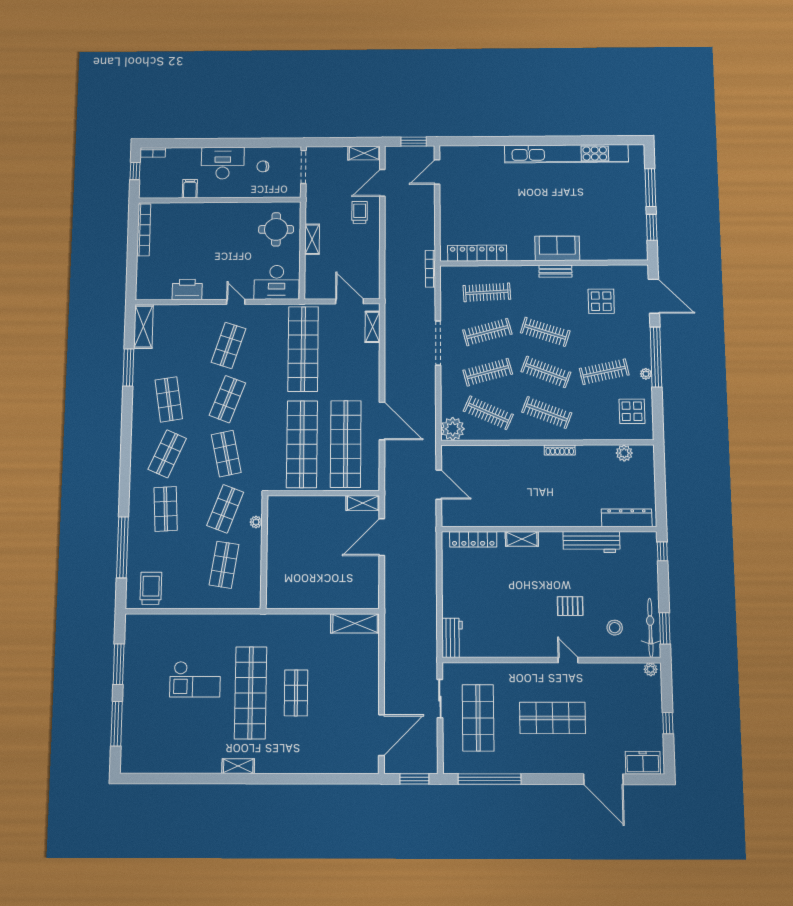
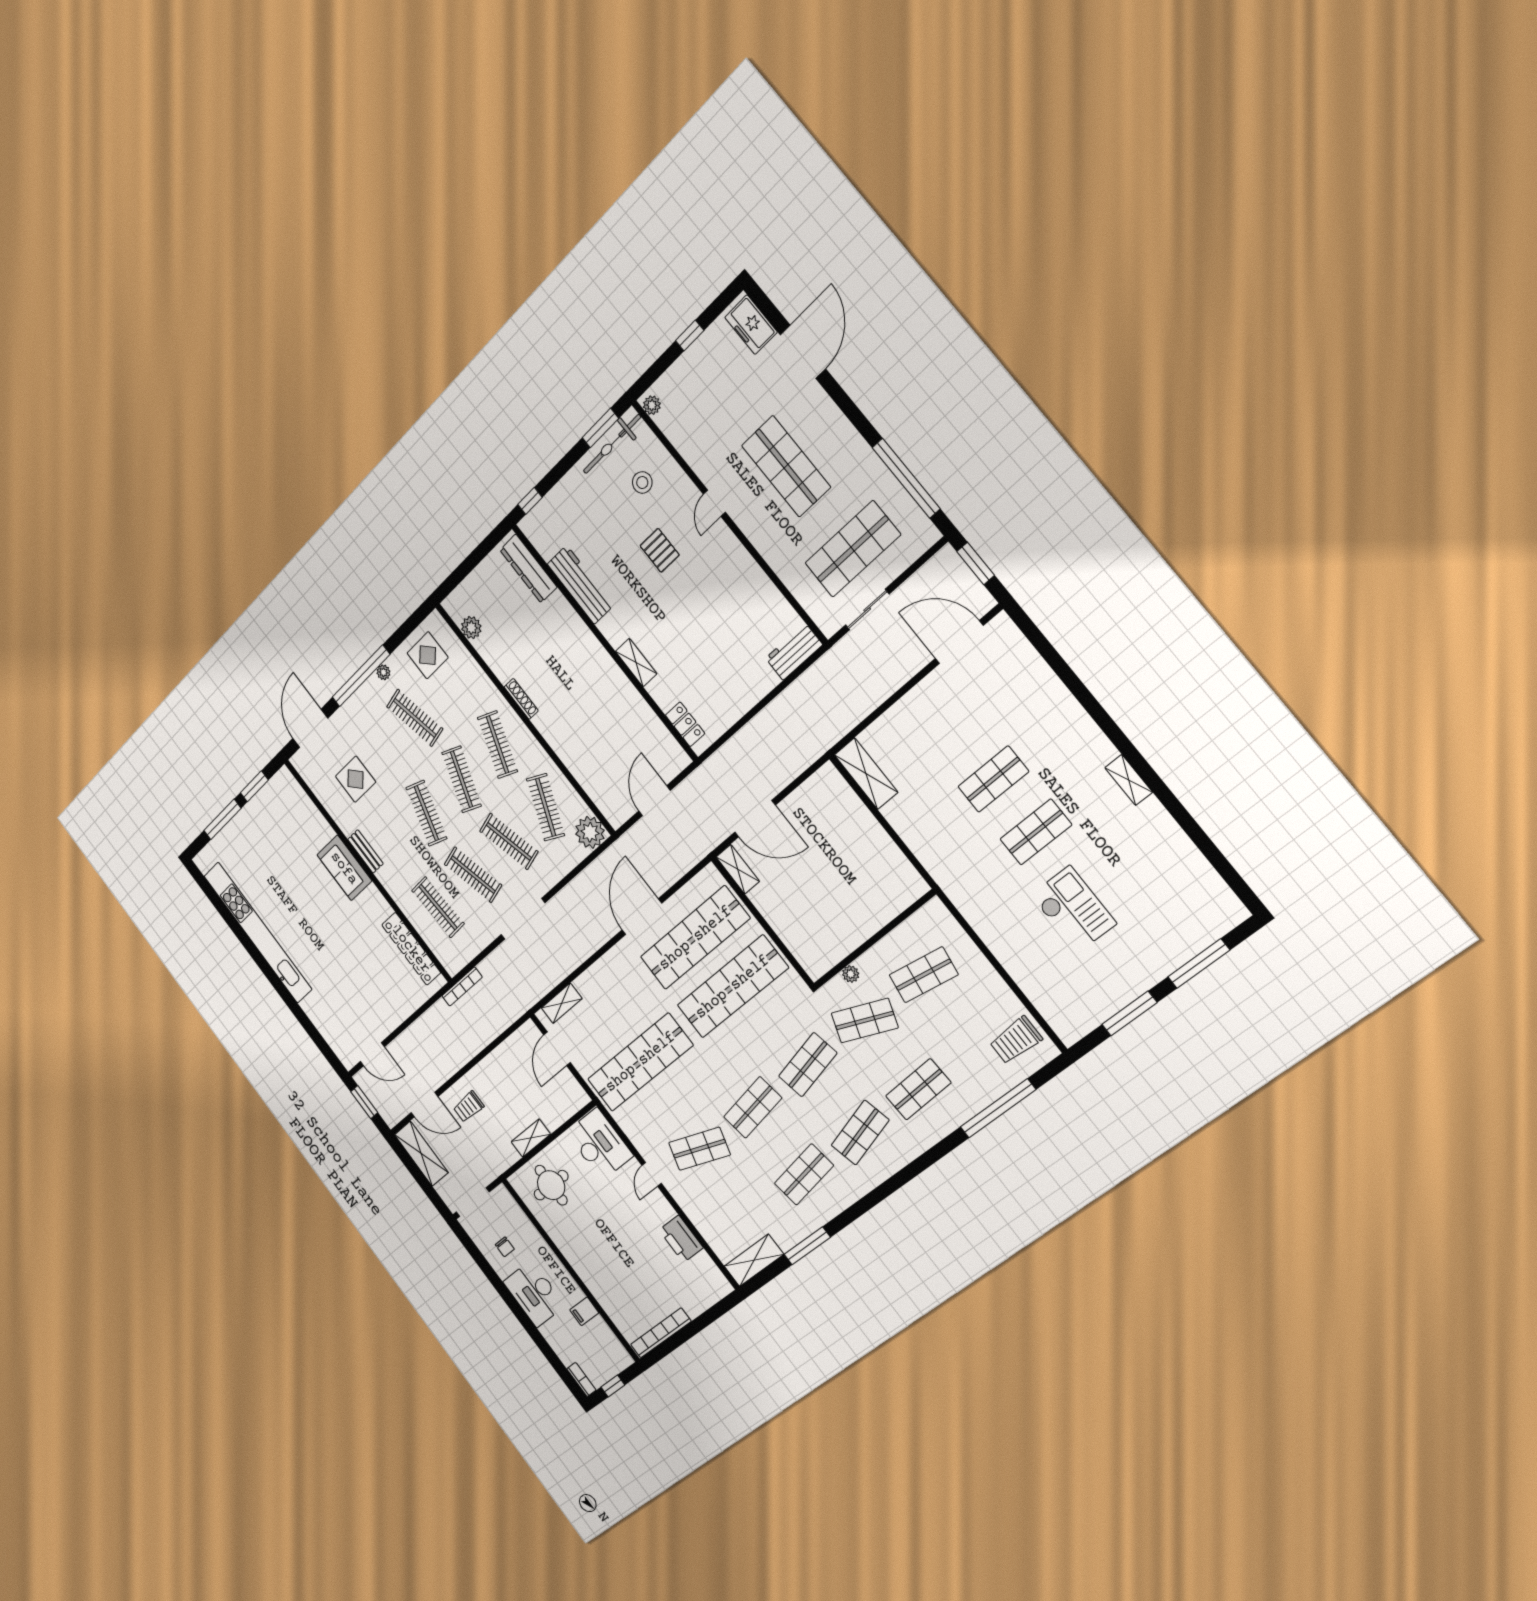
shelving: (364, 153) -> (421, 1154), width x1.50, depth x1.33
shop shelf: (227, 399) -> (753, 1107), turned -30
shop shelf: (167, 454) -> (860, 1133), turned -39
locker: (473, 539) -> (685, 724), width x0.66
shop shelf: (251, 693) -> (1036, 832), width x0.50, depth x0.74

